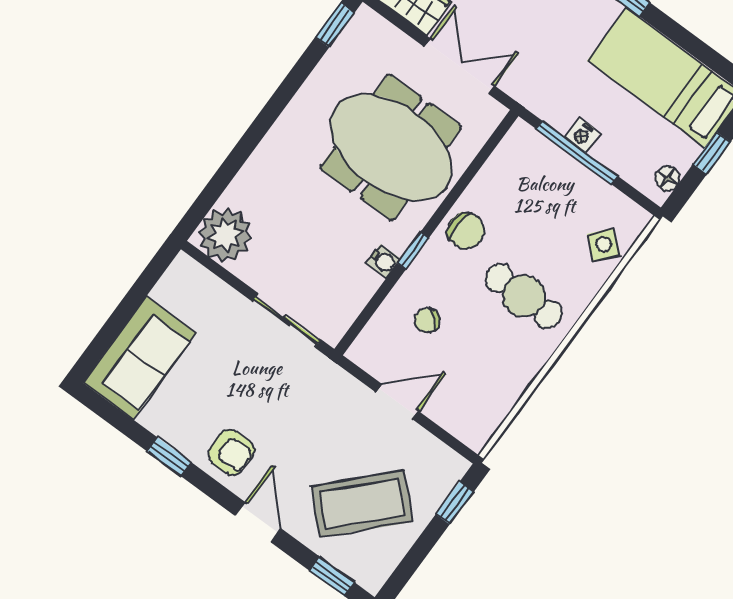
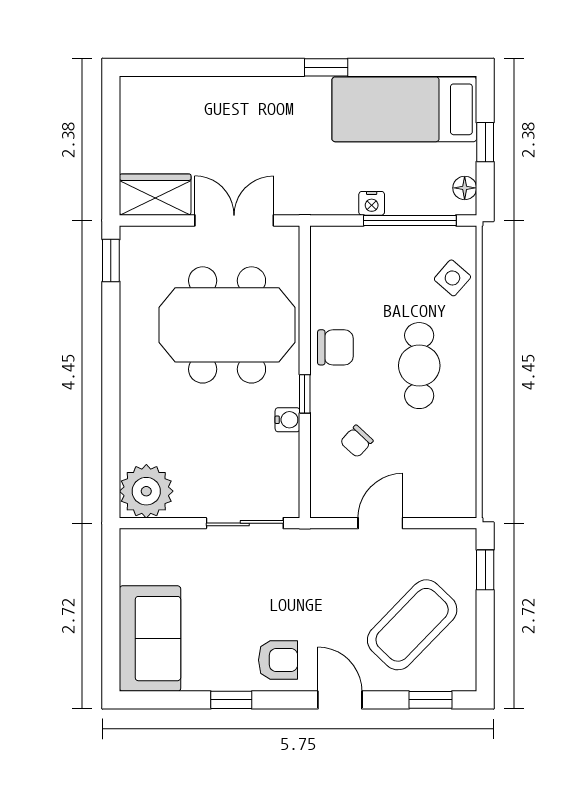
window: (577, 153) -> (410, 220), moved
cafe table: (524, 296) -> (419, 366), turned 90

